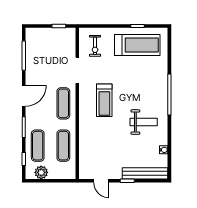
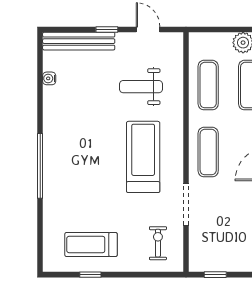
treadmill: (137, 45) -> (91, 244), width x0.73, depth x0.73
treadmill: (104, 100) -> (143, 157), width x1.37, depth x1.38
weight bench: (144, 122) -> (141, 87), moved

